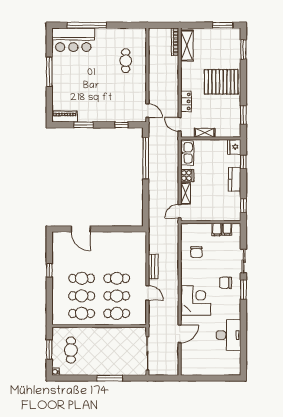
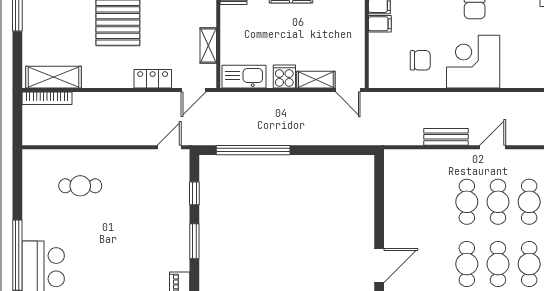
window: (84, 125) -> (194, 241), moved
corner desk: (196, 300) -> (473, 62), moved

